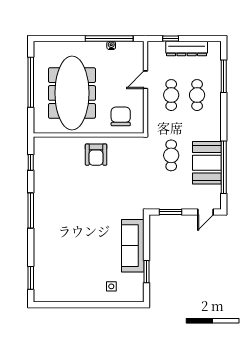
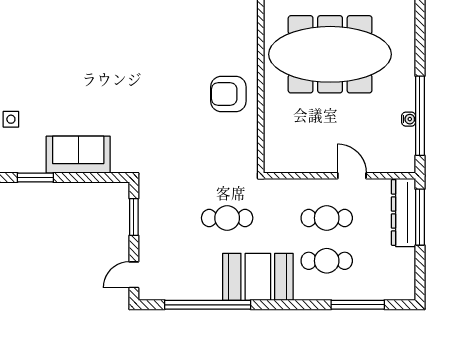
window: (171, 38) -> (420, 217), width x2.17
dresser: (187, 48) -> (404, 212), moved
chair: (121, 116) -> (291, 135), removed
booth: (207, 163) -> (258, 277), moved
door: (205, 212) -> (134, 275), hinge flipped
sofa: (133, 246) -> (78, 155), width x0.73

